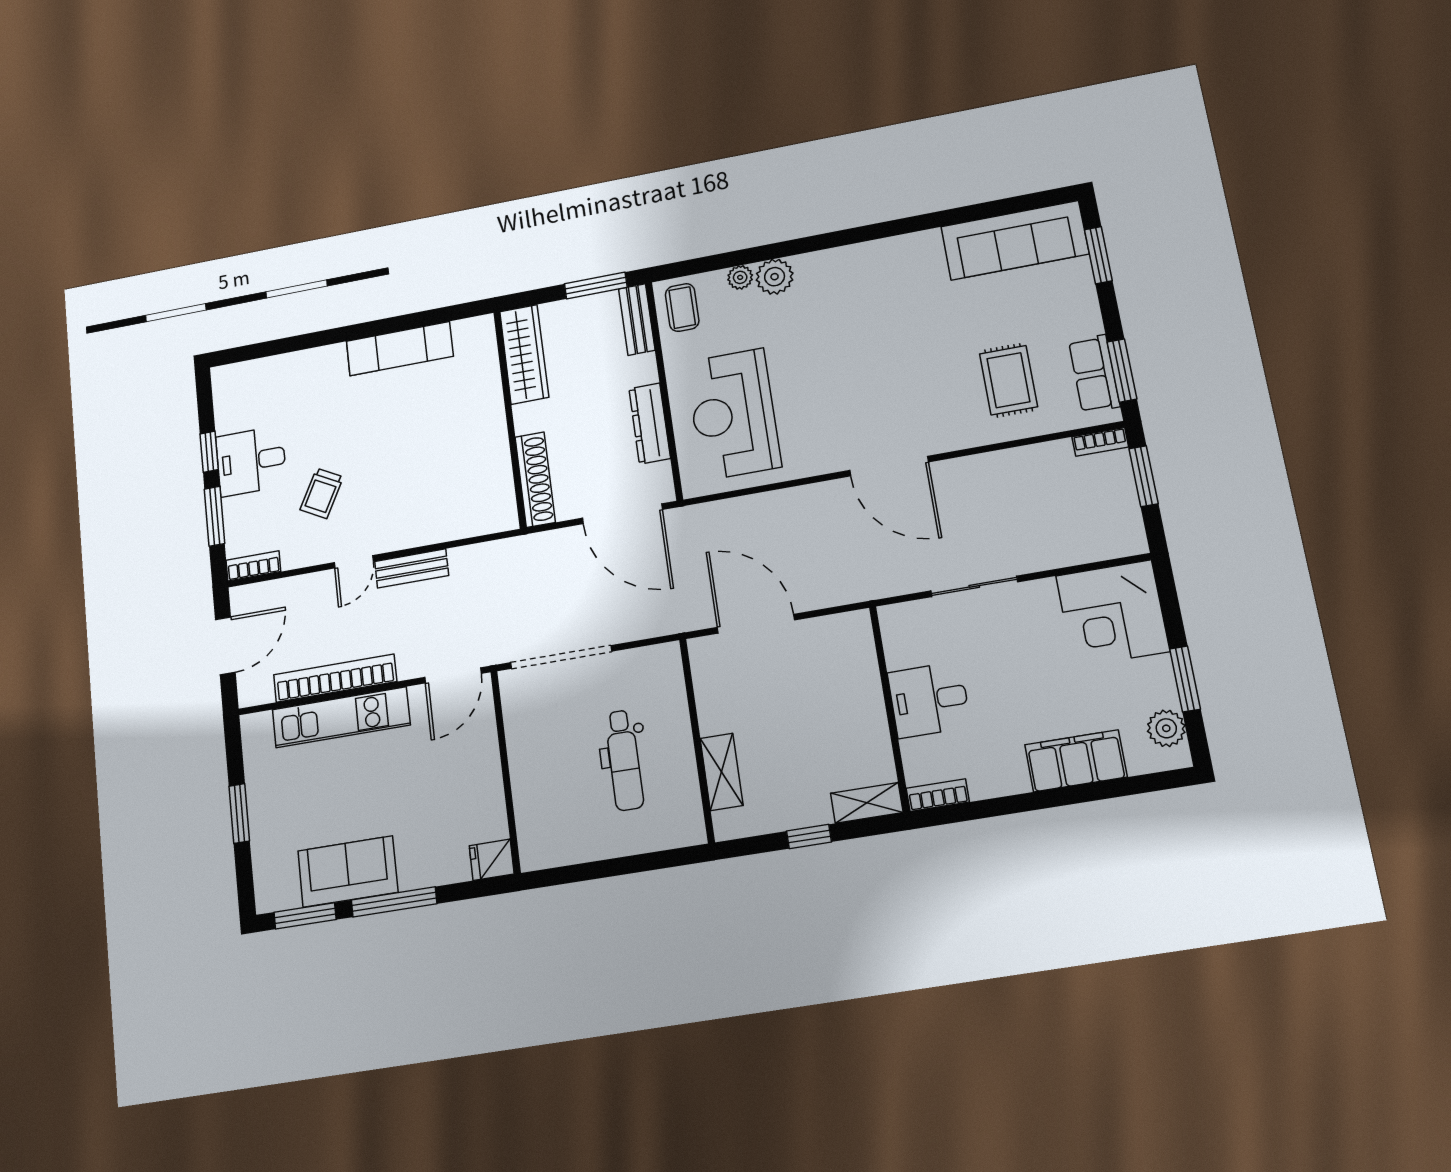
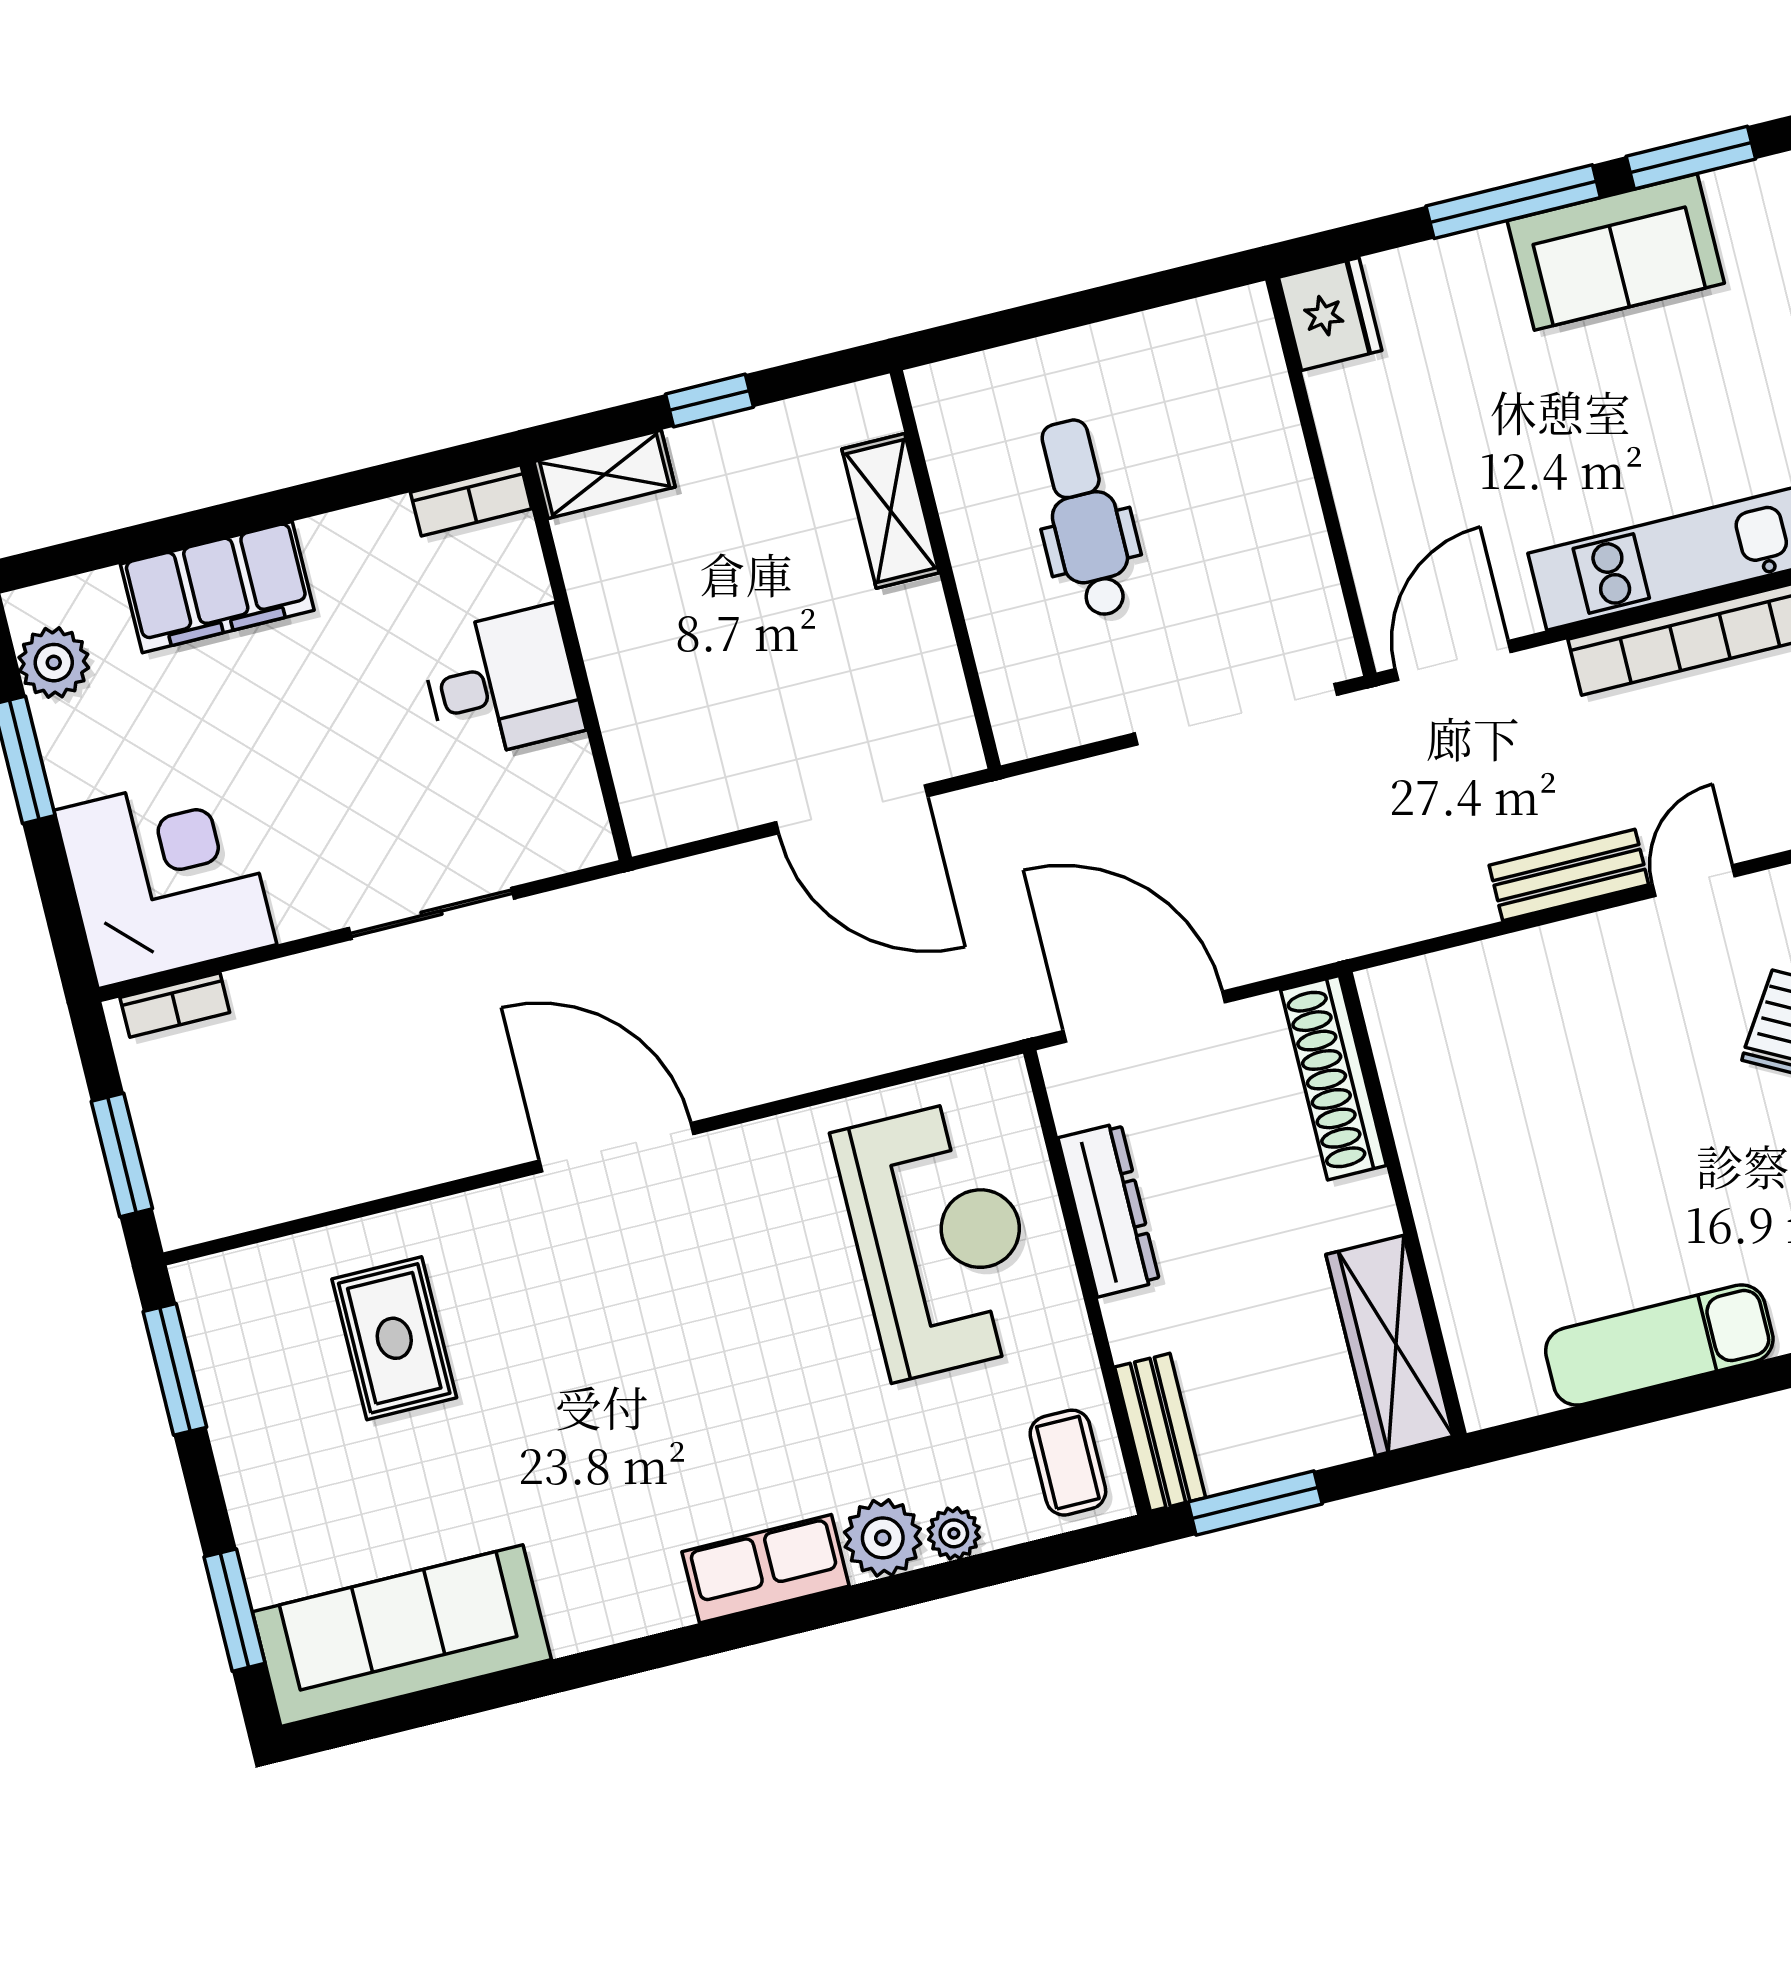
row of seats: (1094, 374) -> (766, 1569), moved, turned -90
bookcase: (1100, 442) -> (175, 1005), moved, turned 180
fridge: (492, 860) -> (1330, 314), width x1.38

